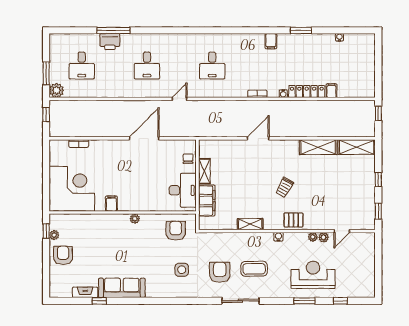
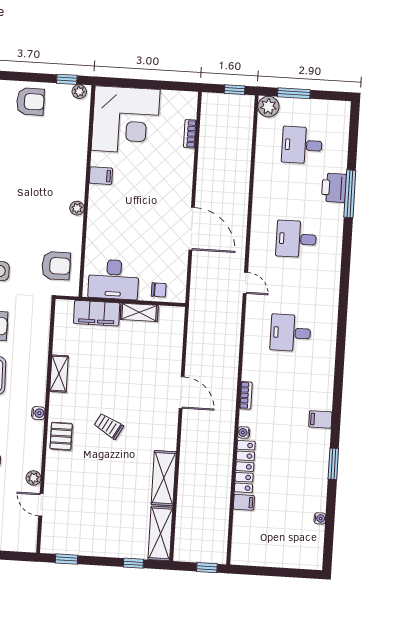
window: (378, 180) -> (133, 563), moved
plant: (54, 235) -> (79, 92), moved
plant: (313, 237) -> (35, 463), removed

